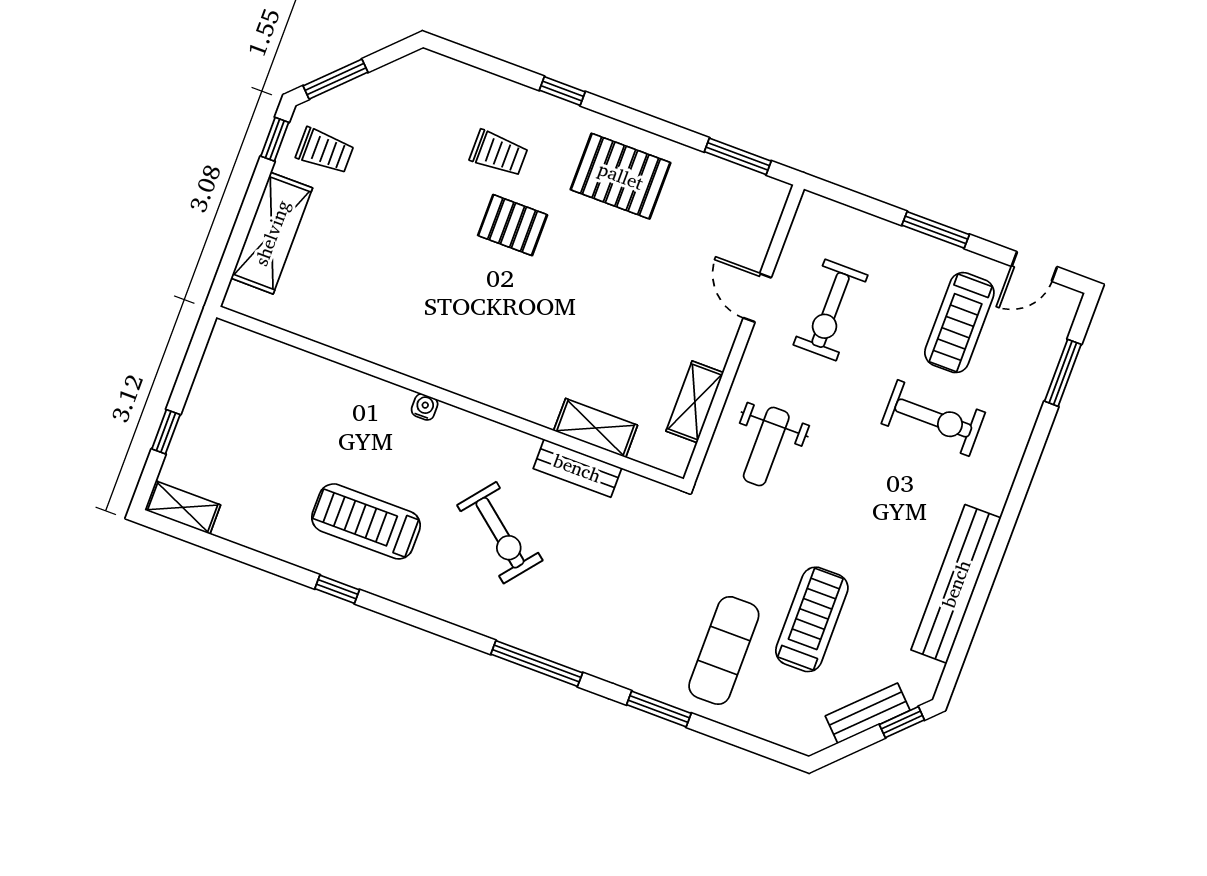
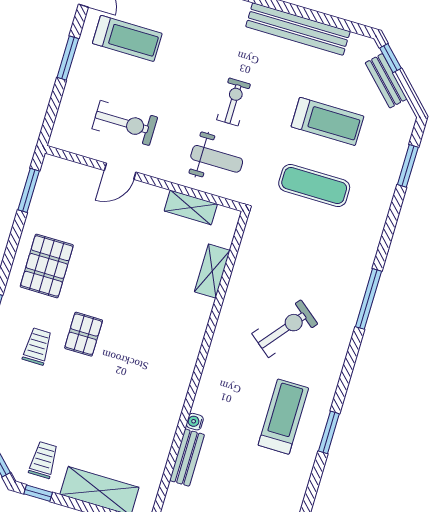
water cooler: (425, 407) -> (195, 422), moved
exercise bike: (933, 418) -> (234, 102), moved, width x0.73, depth x0.72
bench: (577, 468) -> (187, 458), moved
treadmill: (366, 521) -> (283, 417), turned 180
window: (337, 589) -> (329, 432), width x1.50
treadmill: (812, 619) -> (327, 121), turned 180
exercise mat: (724, 650) -> (314, 185), moved
window: (659, 709) -> (408, 166), moved

